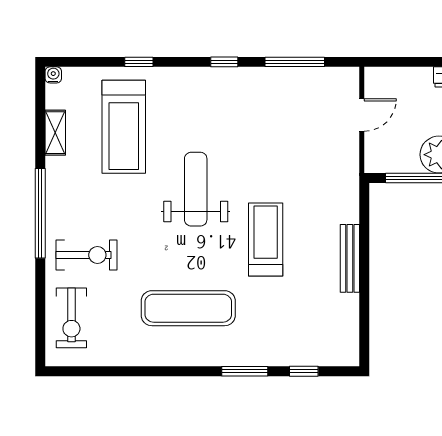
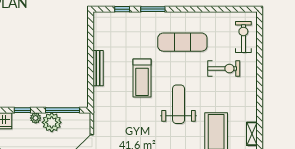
weight bench: (196, 189) -> (179, 104), turned 180
window: (40, 213) -> (260, 92), removed
exercise bike: (86, 255) -> (224, 69), moved, turned 180

